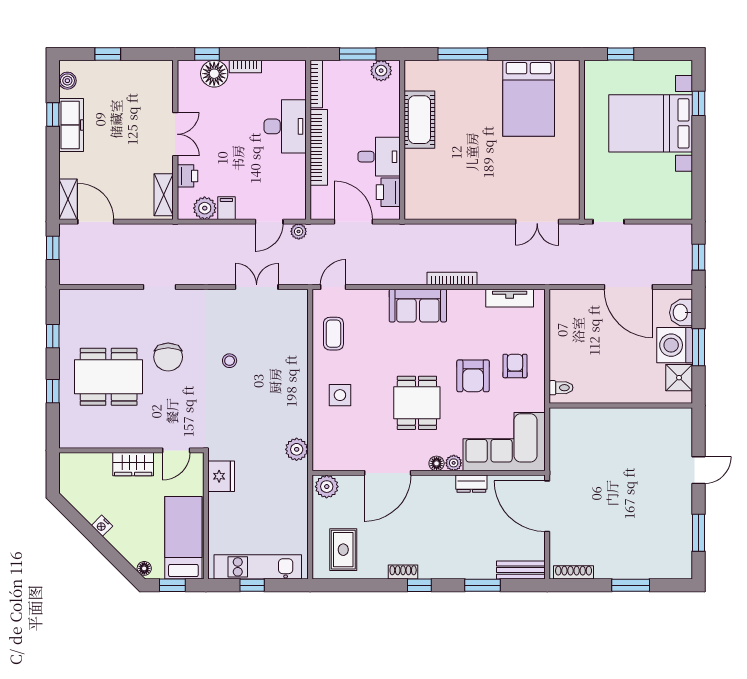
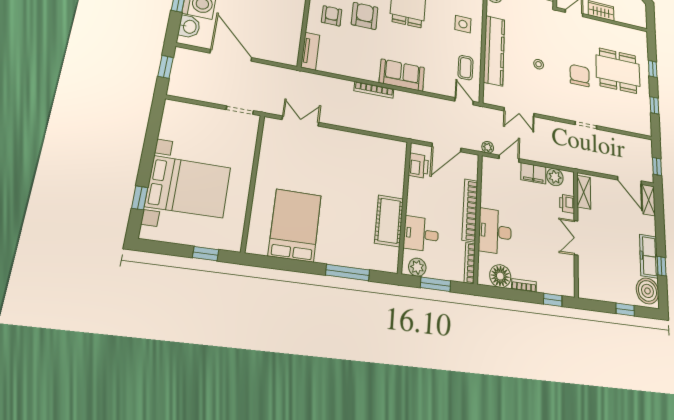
floor lamp: (214, 74) -> (500, 276), moved
boiler: (67, 81) -> (647, 291), width x1.86, depth x1.86
desk: (379, 157) -> (421, 234), moved
filing cabinet: (226, 208) -> (533, 173), width x2.00
door: (353, 222) -> (447, 147), hinge flipped
door: (333, 287) -> (464, 101), swing flipped
tv unit: (510, 298) -> (310, 51), moved, turned 90
armchair: (515, 366) -> (332, 16), turned 180
kitchen counter: (294, 367) -> (494, 51), added

